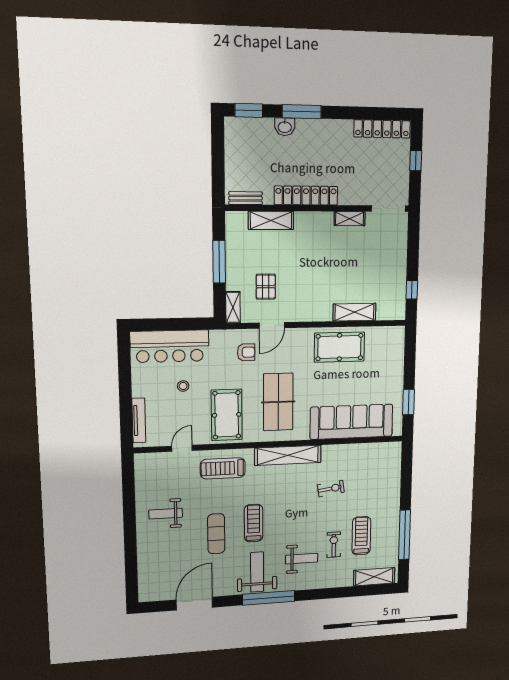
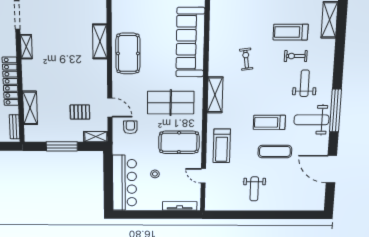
shelving: (288, 455) -> (215, 95), width x0.68

